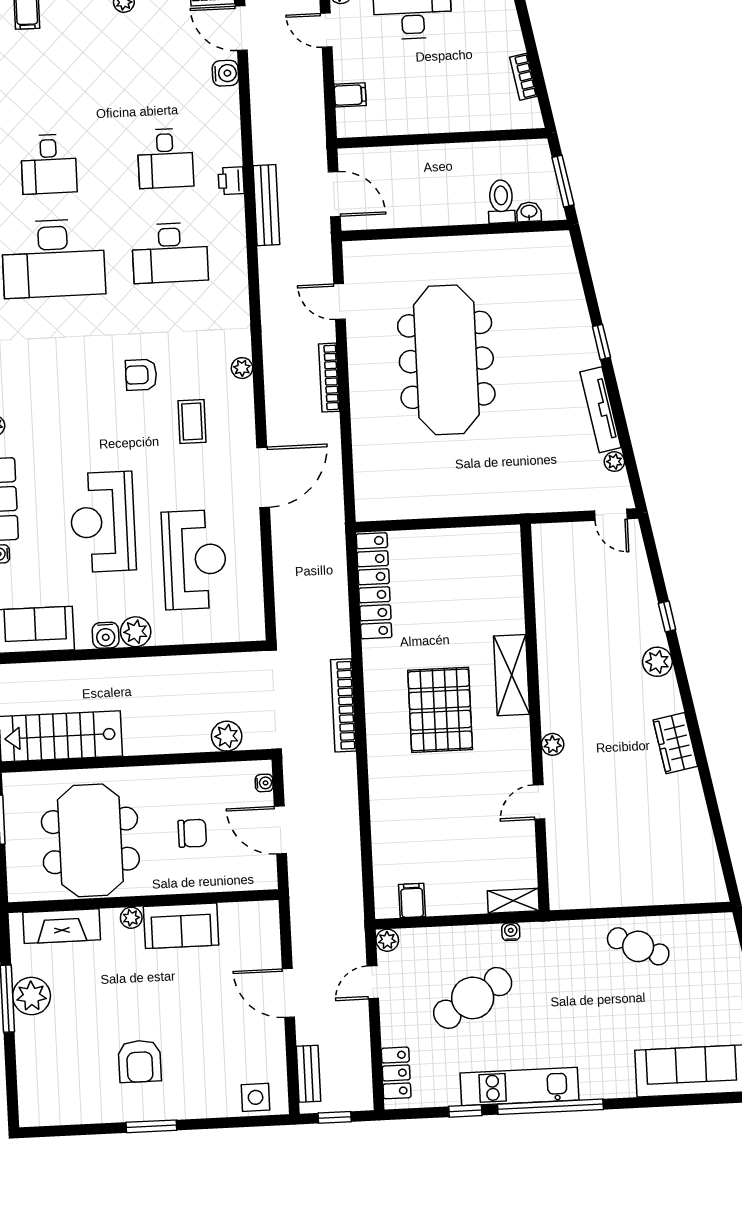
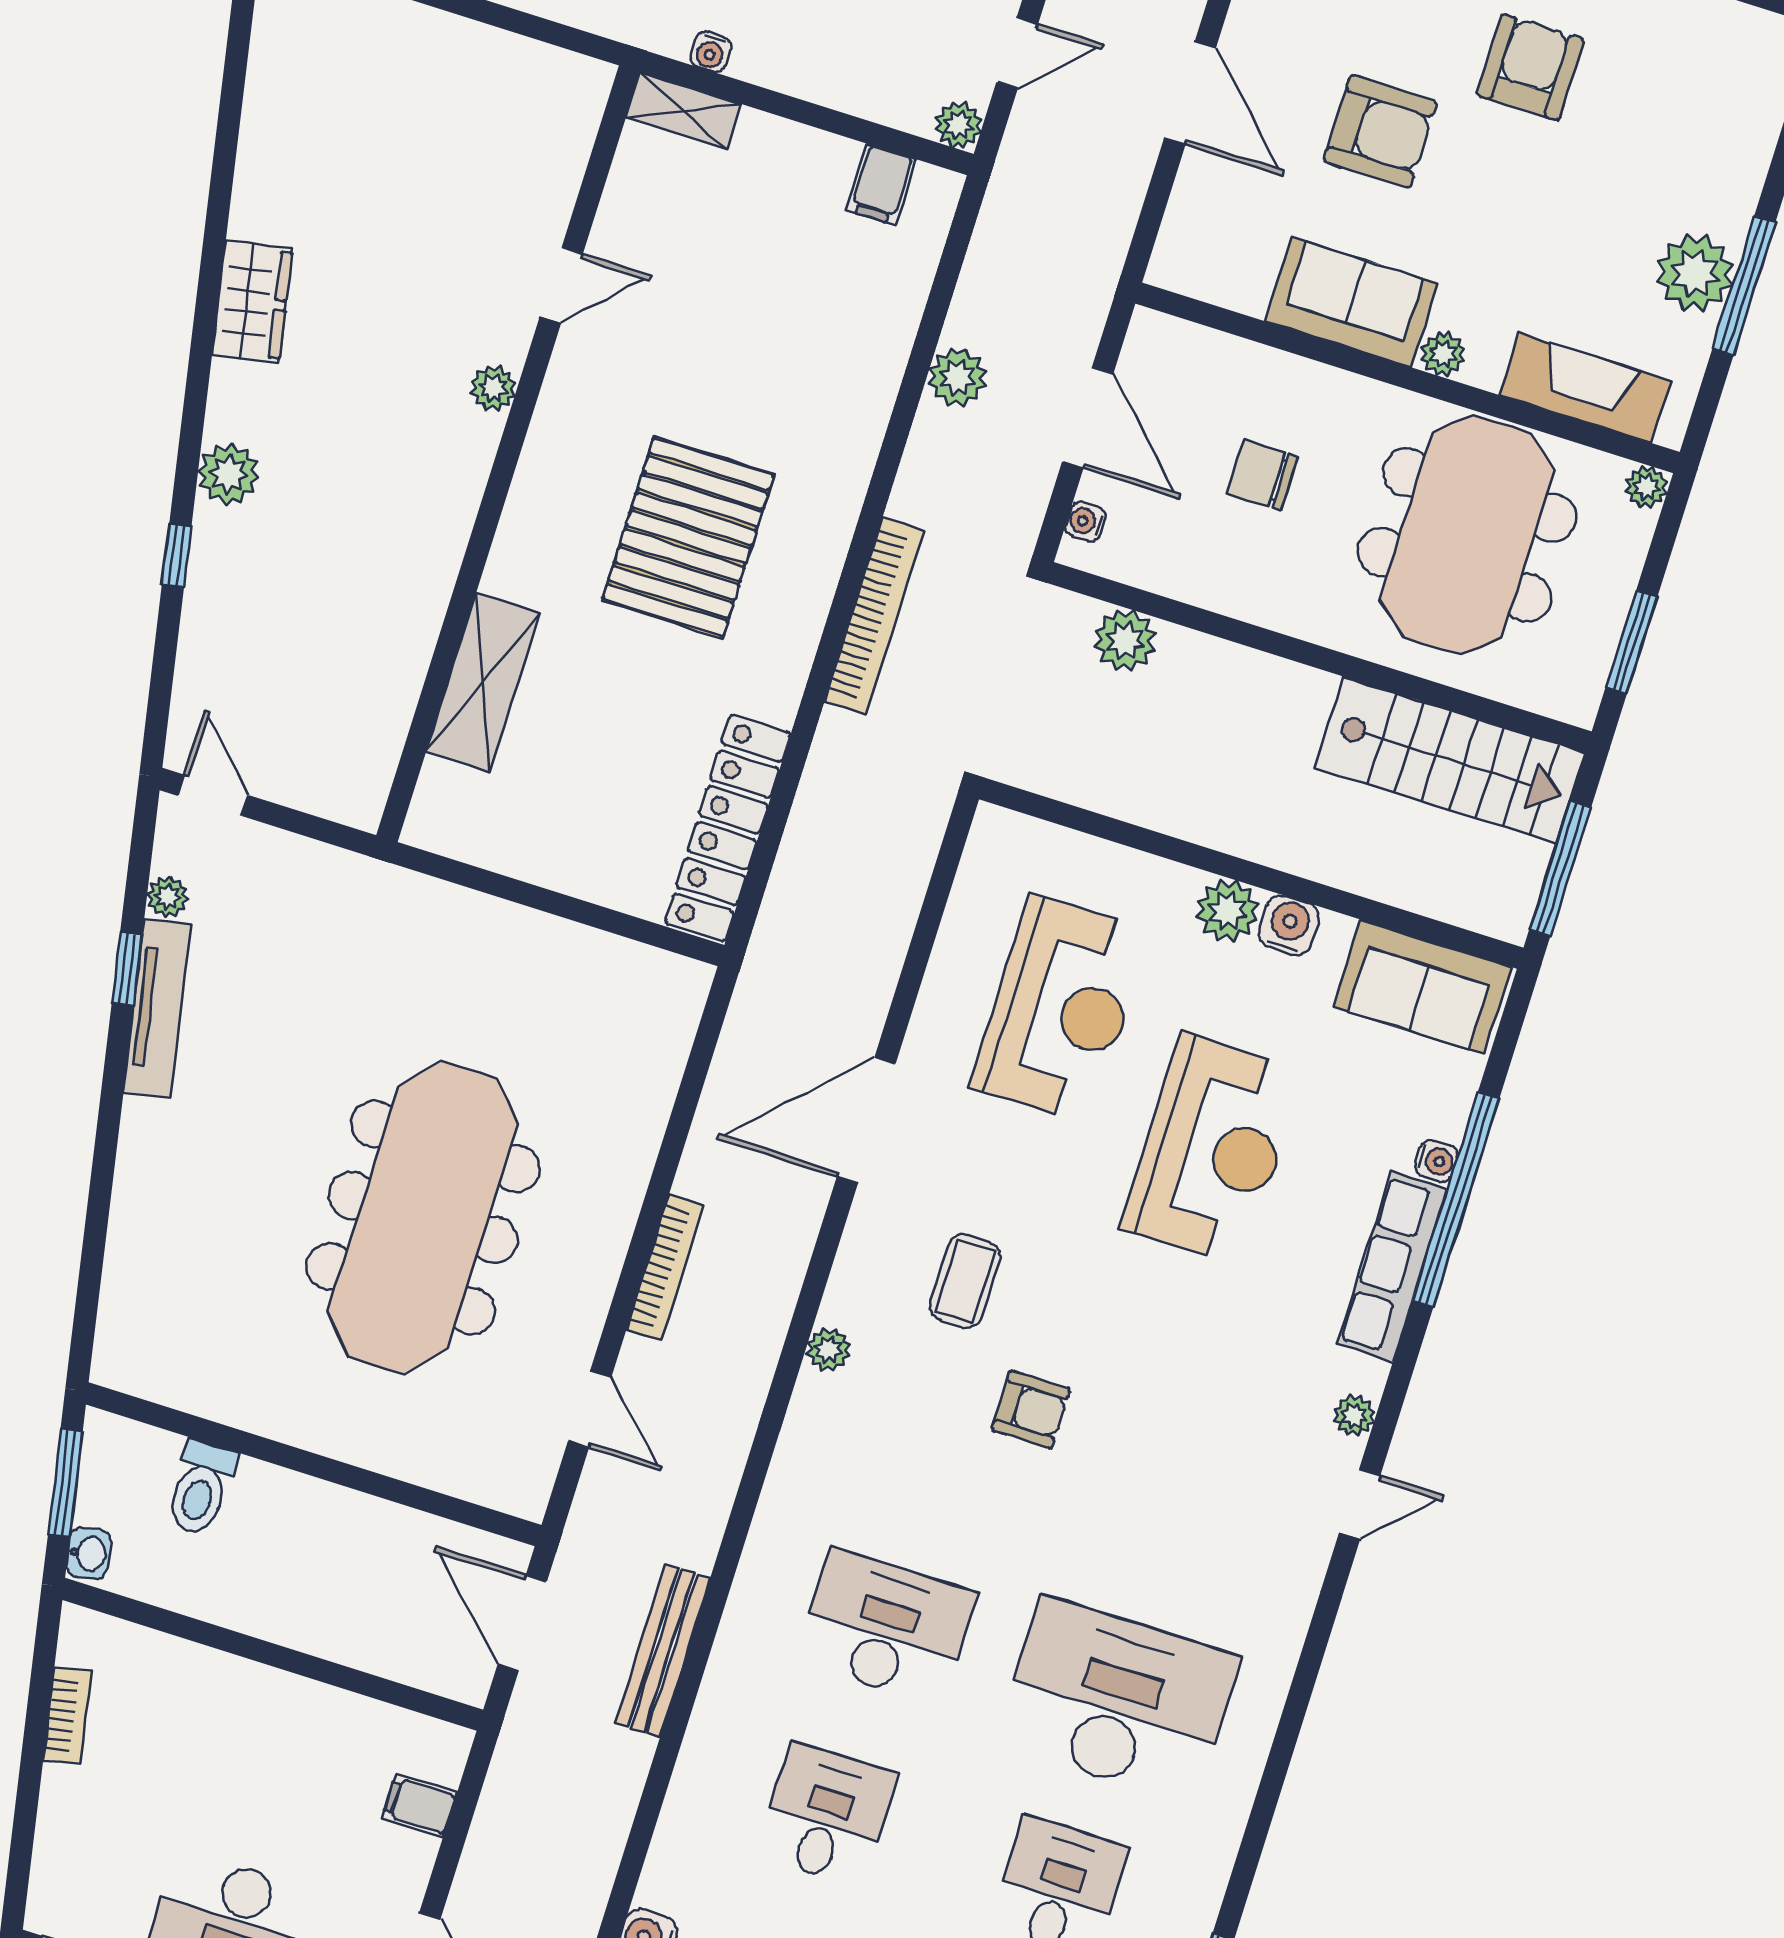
printer: (231, 181) -> (715, 1724), removed
washbasin: (529, 212) -> (88, 1553), moved, turned -101
window: (601, 342) -> (127, 969), moved
reception desk: (194, 560) -> (1061, 1009), turned 180
shelving: (512, 675) -> (483, 682), moved
plant: (346, 826) -> (957, 378), added
plant: (18, 892) -> (1646, 487), added
armchair: (196, 1007) -> (1380, 132), added

